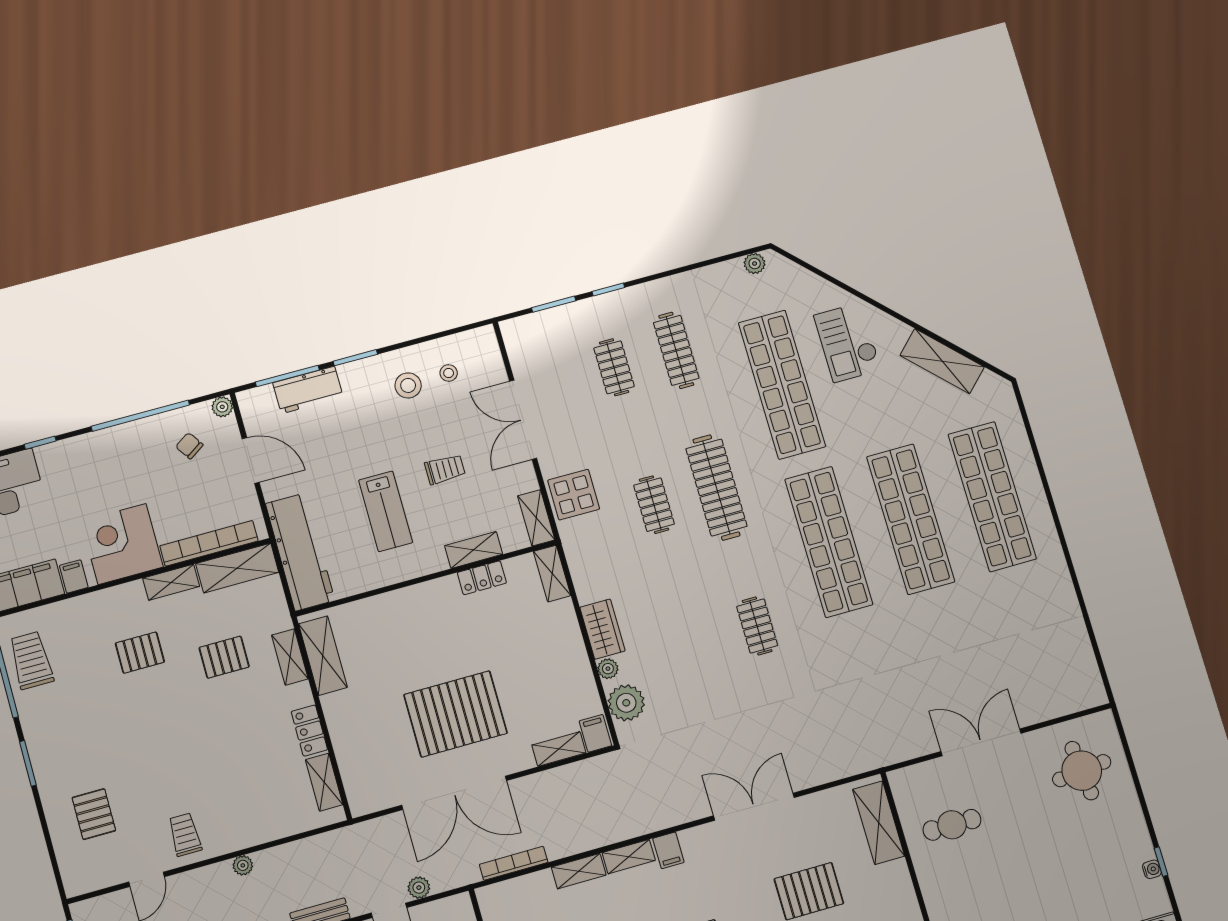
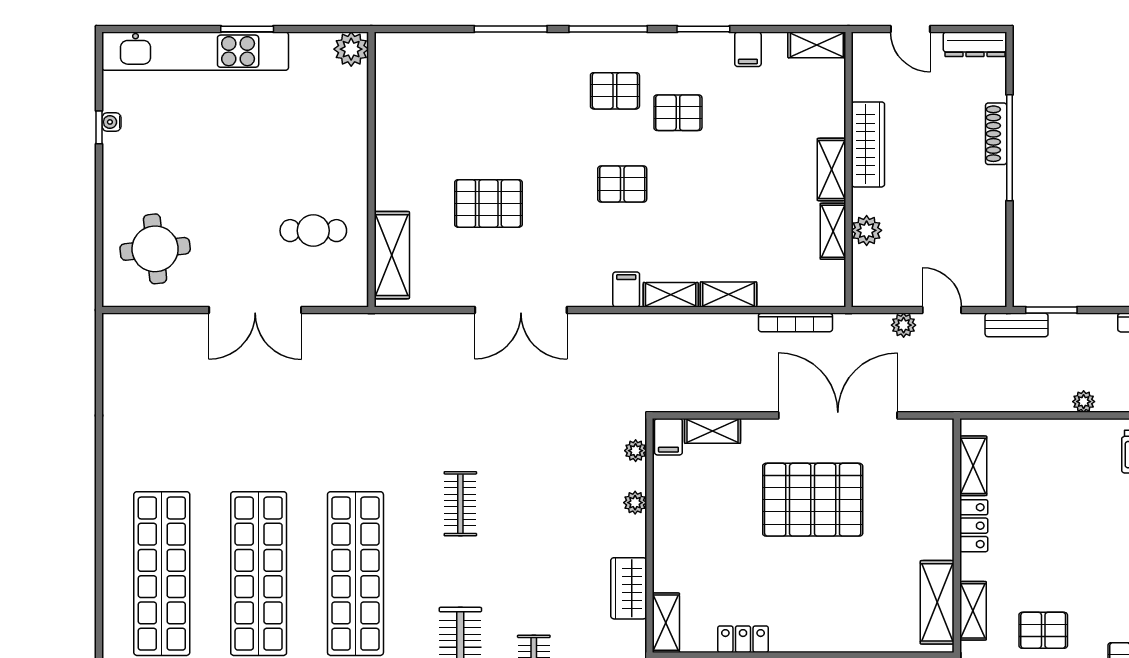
wardrobe: (602, 629) -> (629, 588), moved
plant: (626, 703) -> (636, 451), width x0.53, depth x0.53

